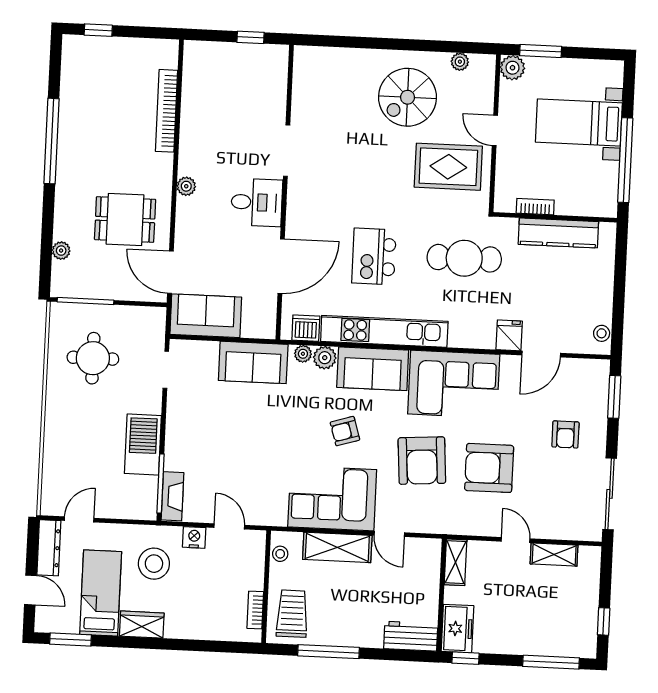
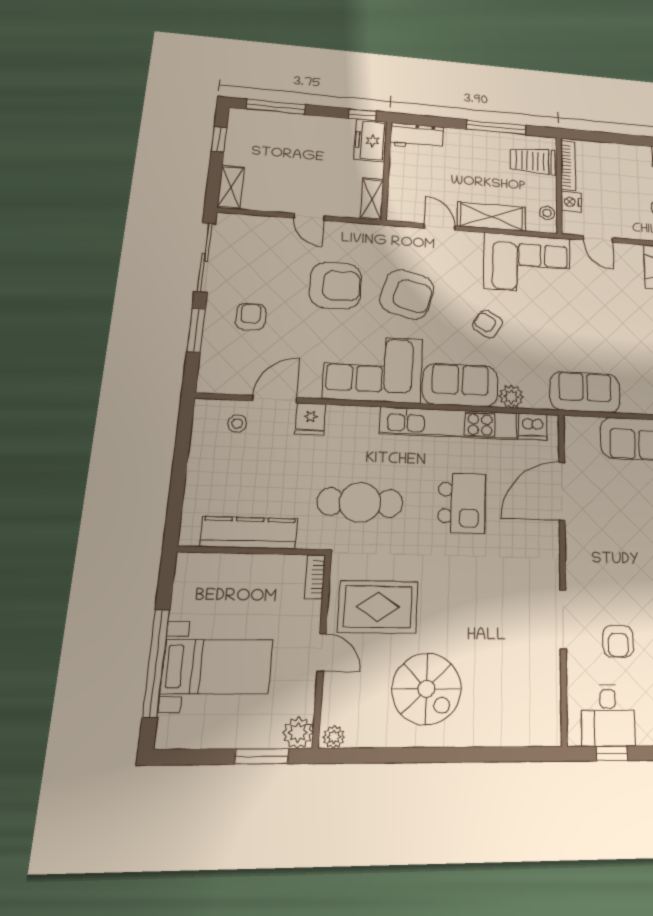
plant: (460, 62) -> (334, 737), moved
spiral stairs: (408, 97) -> (426, 689), turned 90
armchair: (238, 130) -> (618, 641), added
window: (625, 160) -> (156, 663), moved
desk: (257, 202) -> (608, 715), moved, turned -90
bookcase: (535, 207) -> (315, 577), moved, turned 90
stool: (602, 333) -> (237, 423), moved
plant: (303, 354) -> (534, 401), removed
window: (614, 397) -> (196, 330), moved
armchair: (345, 431) -> (488, 324), turned -131
armchair: (422, 461) -> (407, 294), turned 109
corner sofa: (332, 498) -> (527, 263), moved
nightstand: (194, 537) -> (571, 202), moved, turned 90
shelving: (554, 555) -> (231, 187), moved, turned 90
bookcase: (255, 610) -> (568, 166), width x1.56
trolley: (292, 614) -> (533, 161), turned 90

